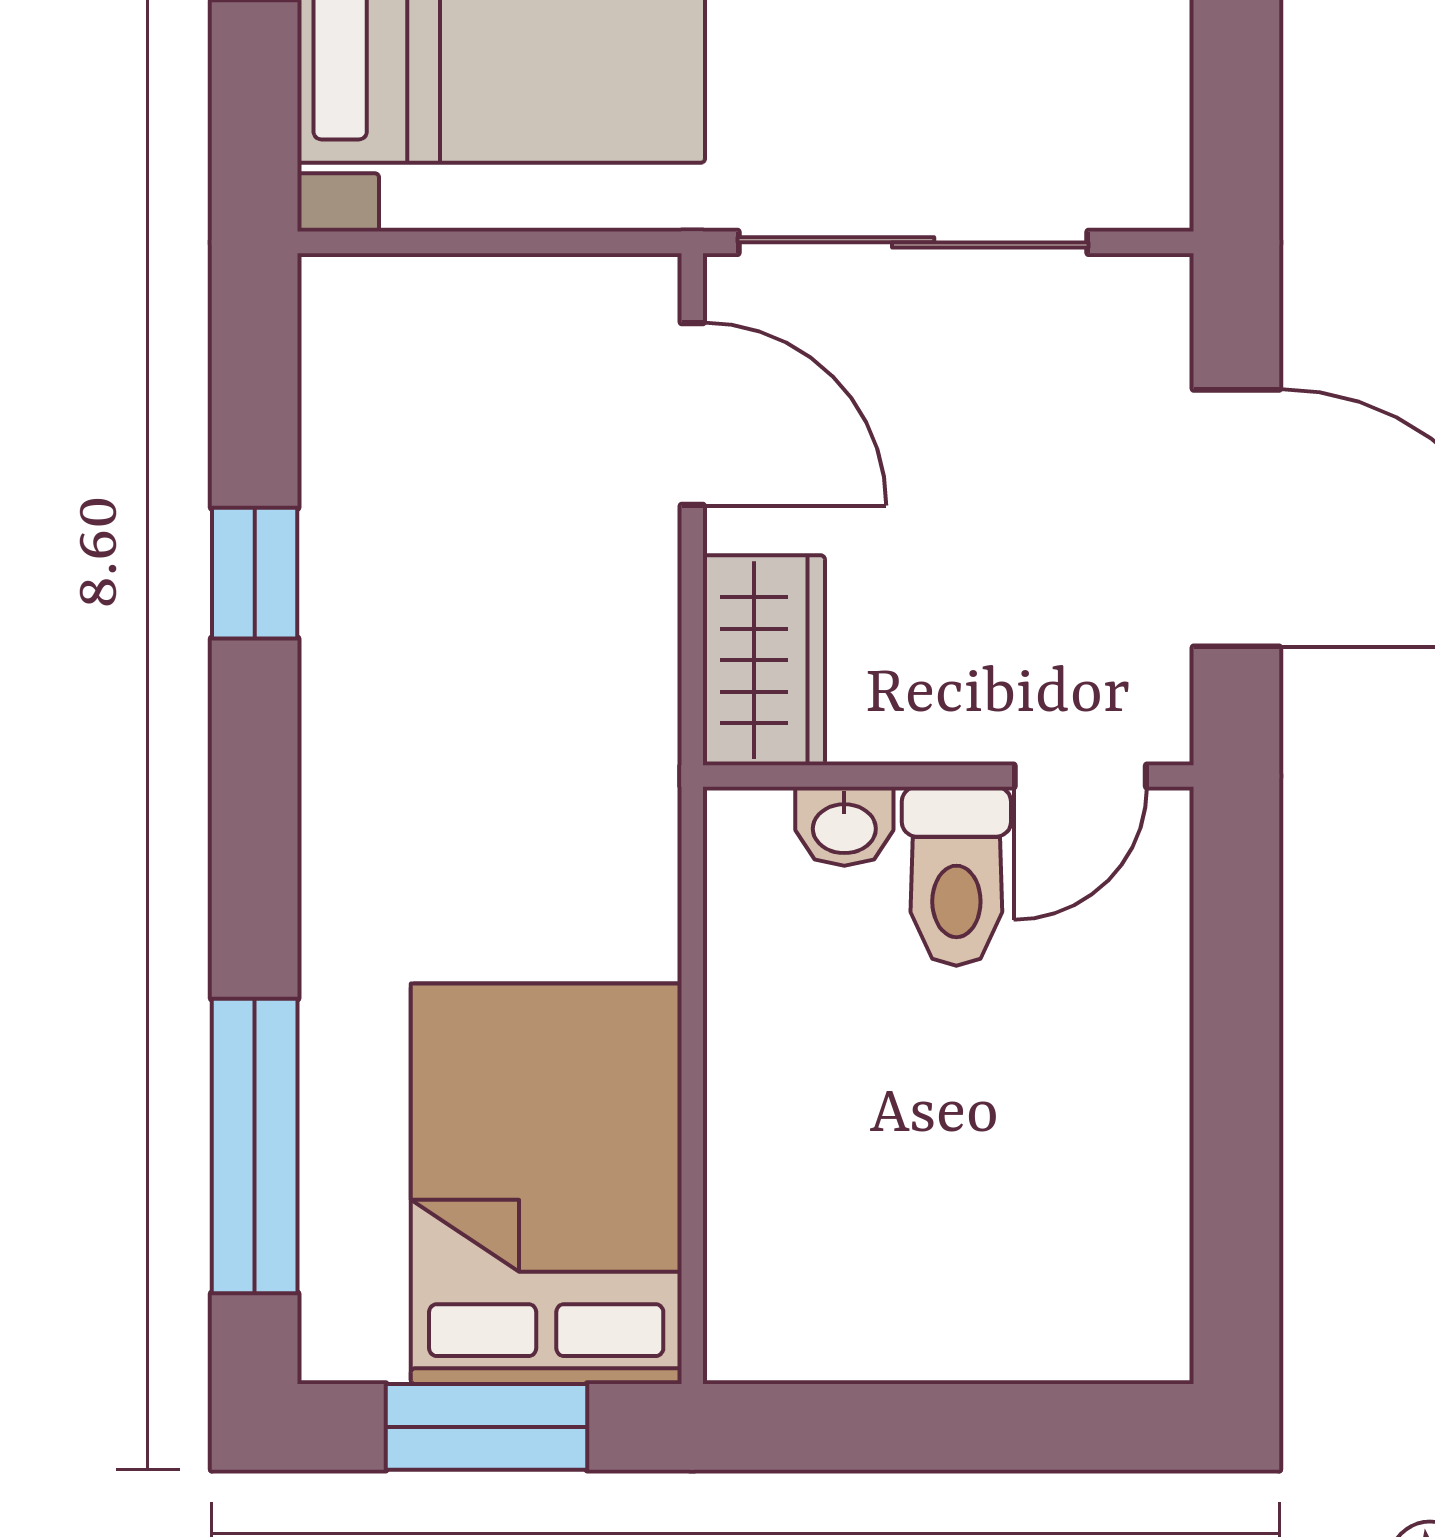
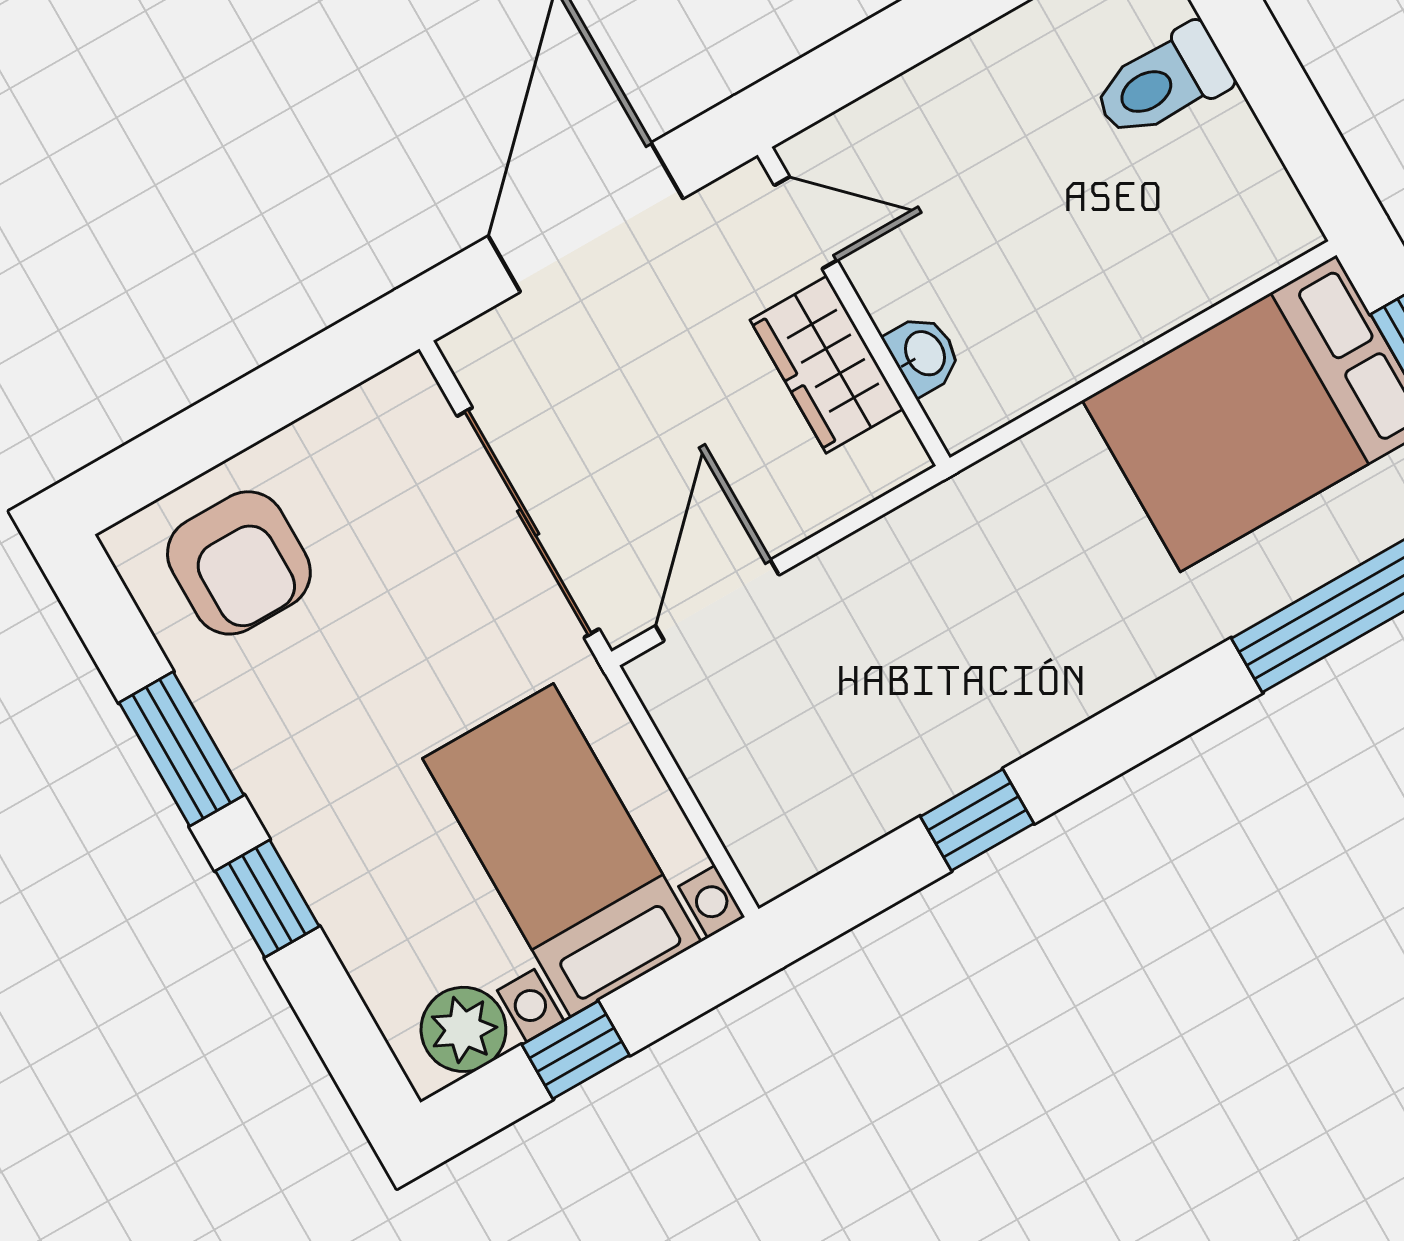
wardrobe: (764, 660) -> (827, 364), moved, turned -90
toilet: (956, 876) -> (1162, 82), moved, turned 180

